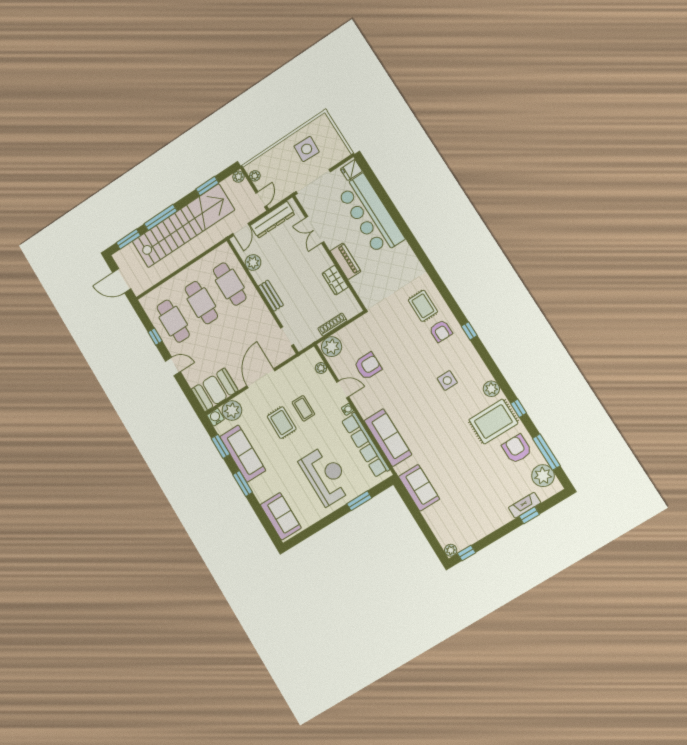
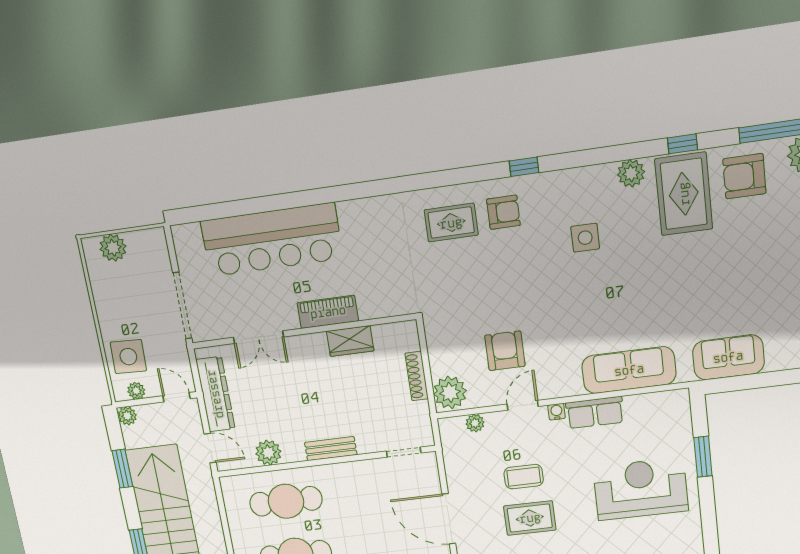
plant: (328, 132) -> (113, 248), added
side table: (307, 149) -> (128, 357), moved
fridge: (351, 170) -> (189, 238), removed
row of seats: (365, 445) -> (595, 412), width x0.50

